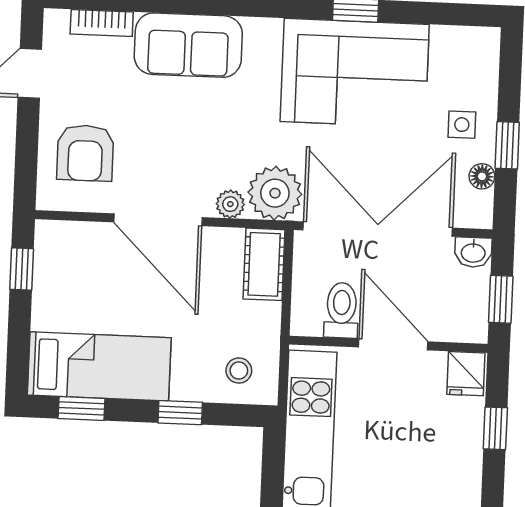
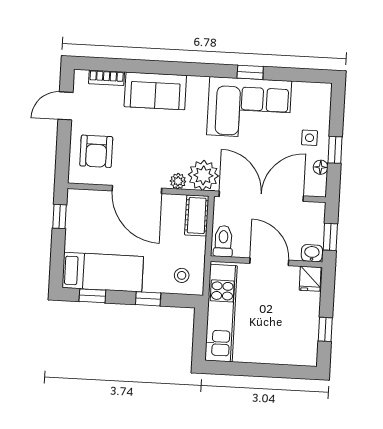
washbasin: (473, 252) -> (312, 253), moved, turned 180
toilet: (341, 310) -> (223, 241), moved
window: (495, 428) -> (325, 329), moved

